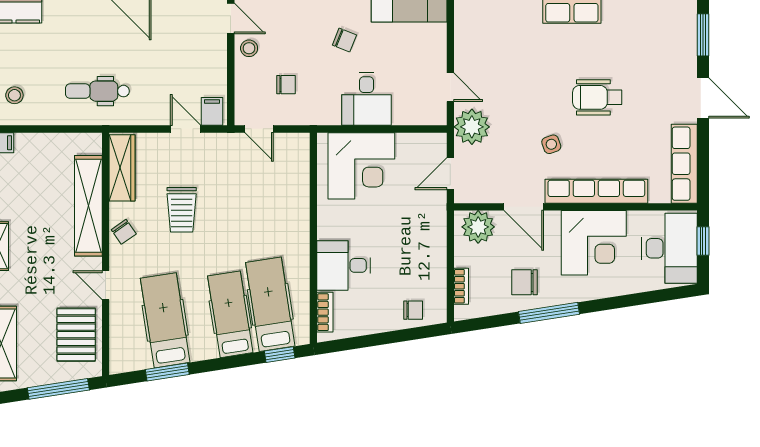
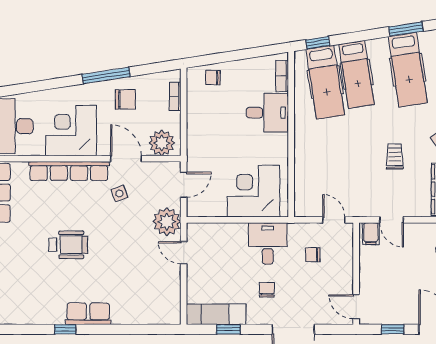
chair: (344, 40) -> (267, 290), turned 68
stool: (249, 48) -> (342, 283), removed
desk: (366, 99) -> (268, 243), moved
side table: (551, 144) -> (119, 193), moved
trolley: (182, 210) -> (395, 156), width x0.73, depth x0.72

